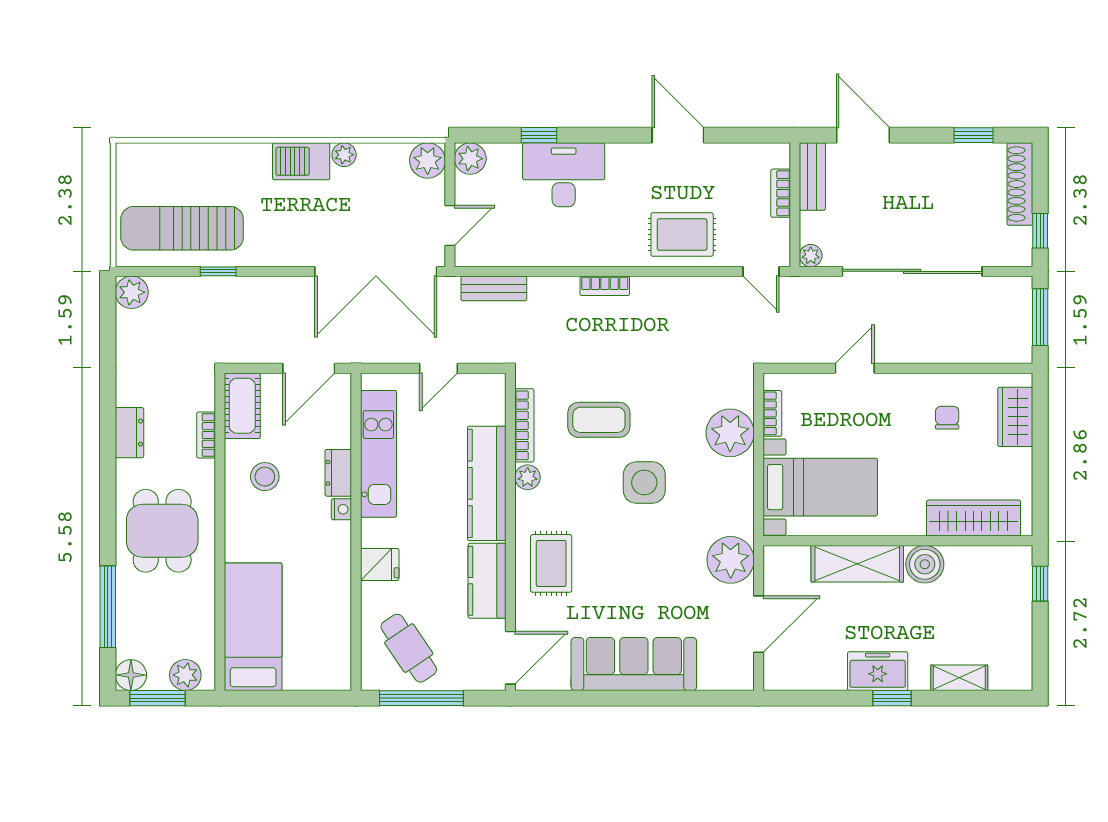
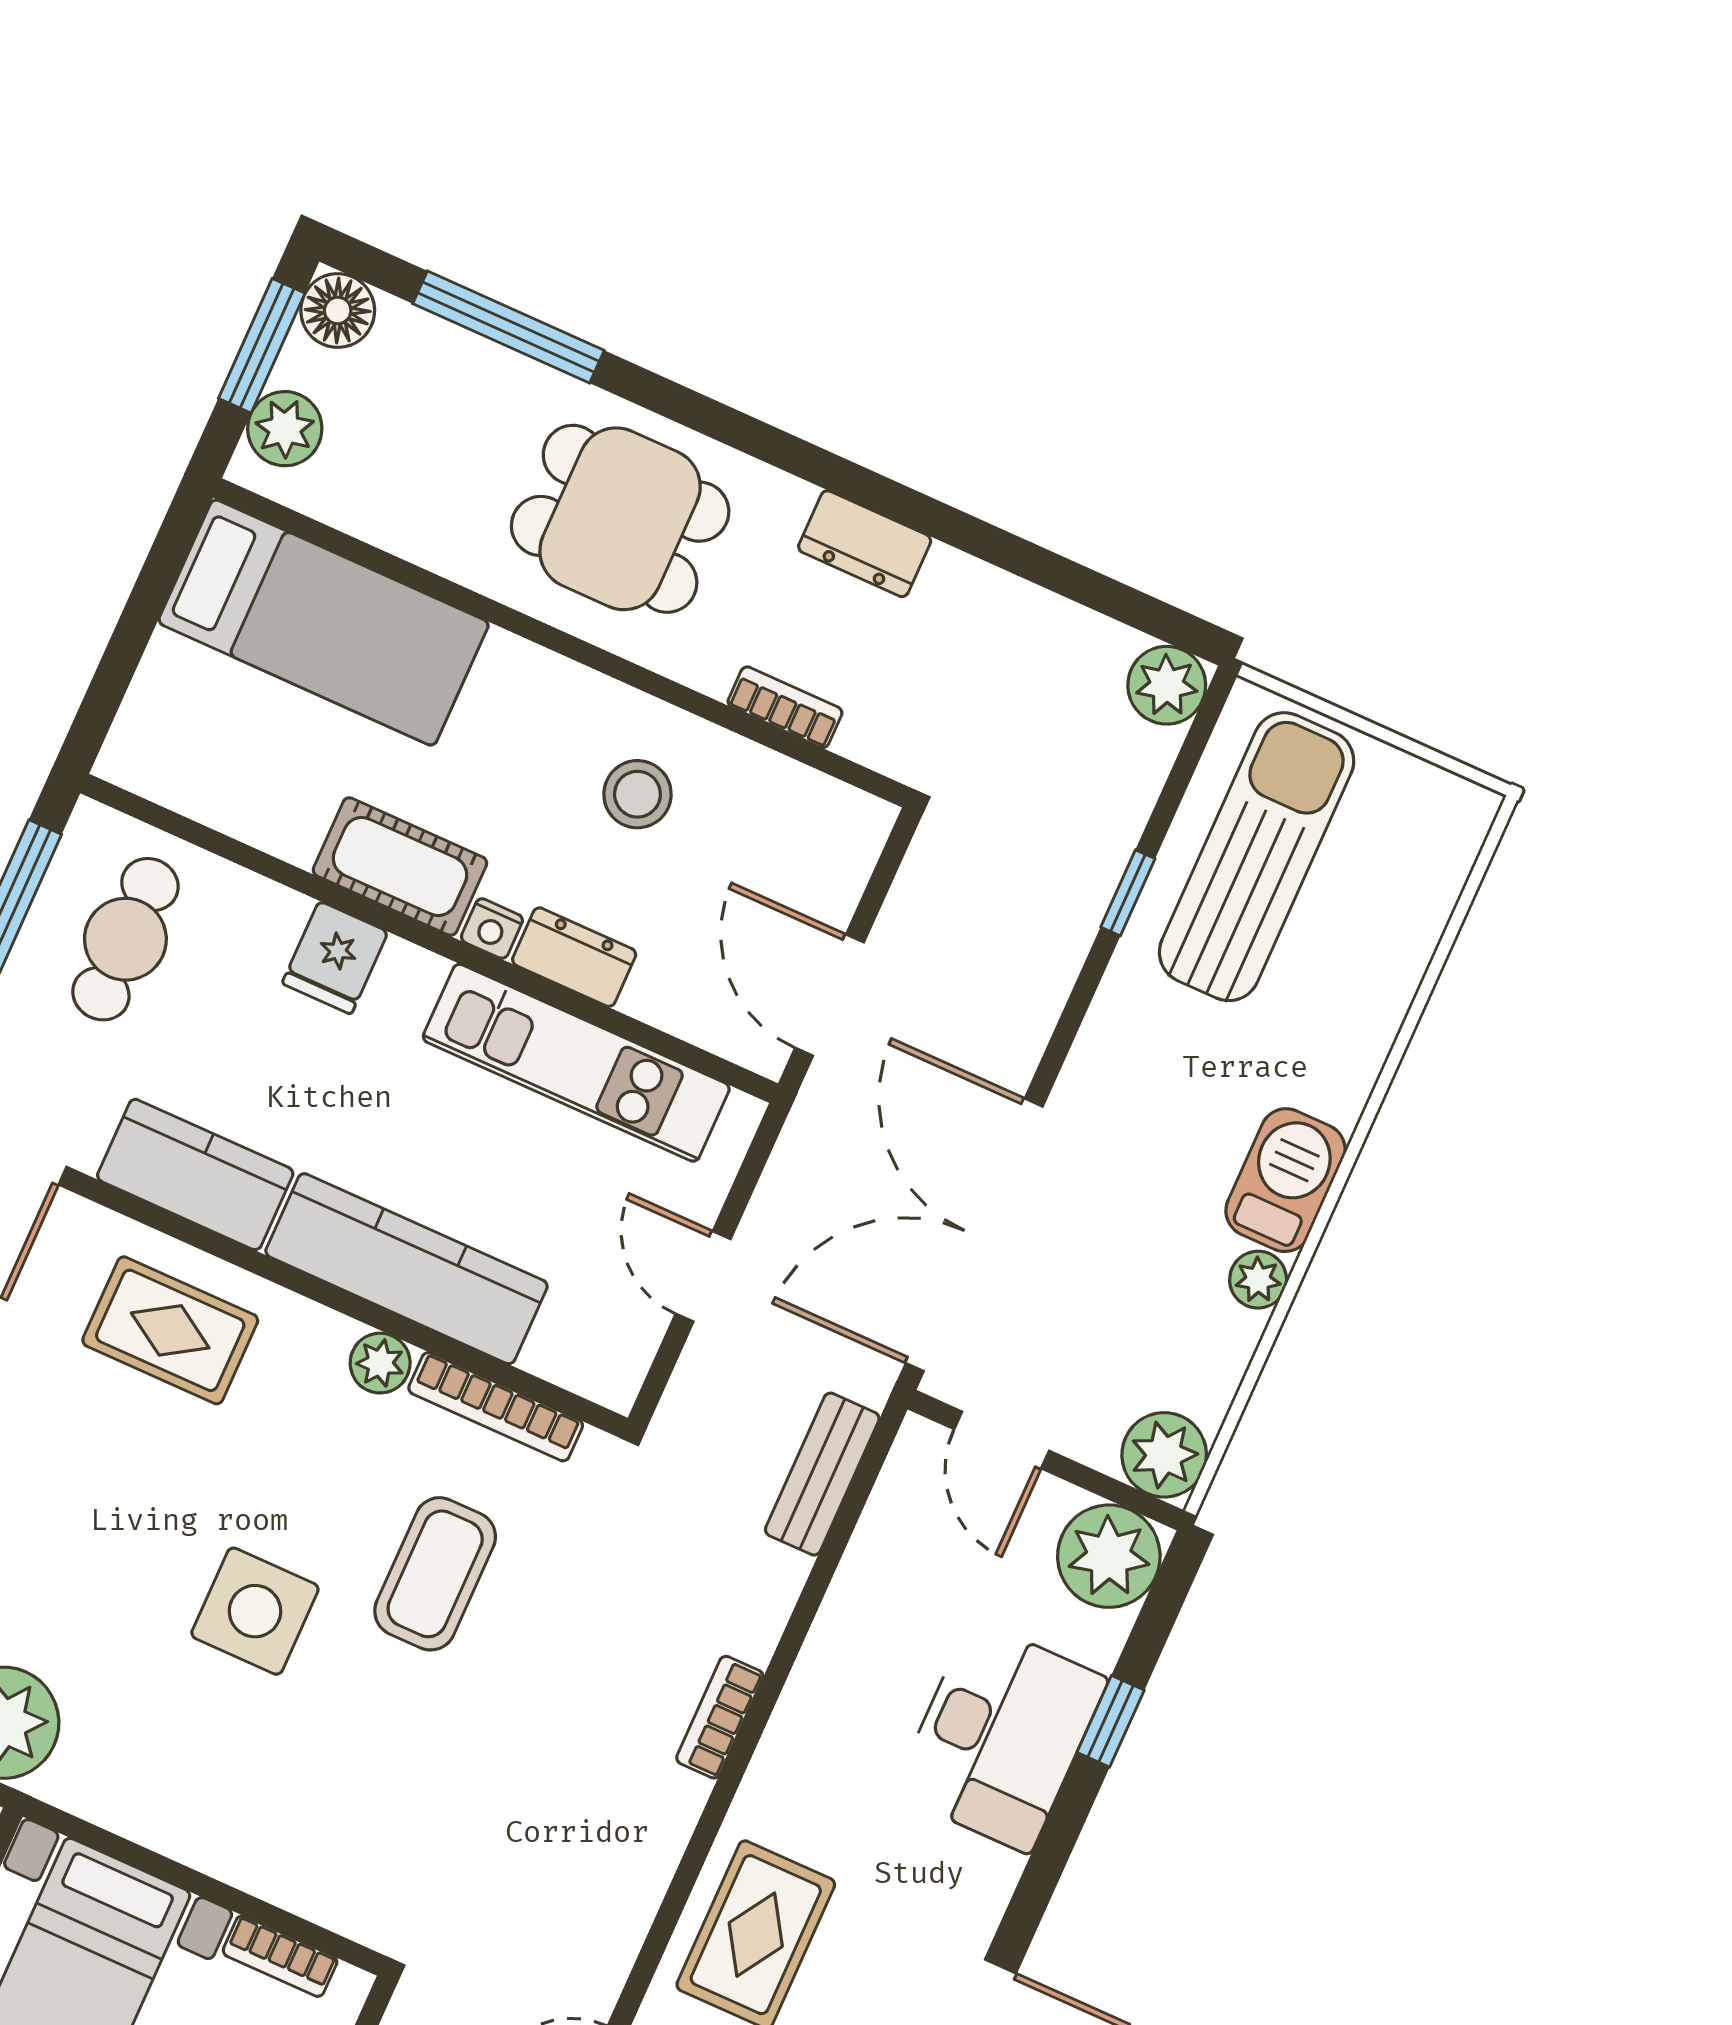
plant: (470, 159) -> (1109, 1556), width x1.36, depth x1.36
cot: (242, 406) -> (400, 867), moved
plant: (730, 433) -> (279, 1846), removed
cafe table: (409, 648) -> (125, 939), turned -56

